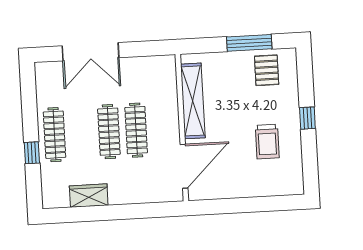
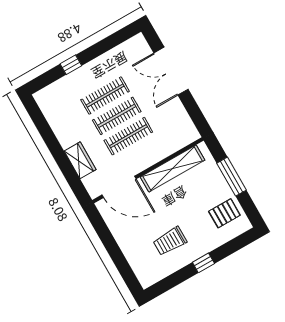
window: (249, 43) -> (231, 177), moved
clothes rail: (54, 135) -> (105, 96), moved
wardrobe: (89, 196) -> (80, 160), moved

